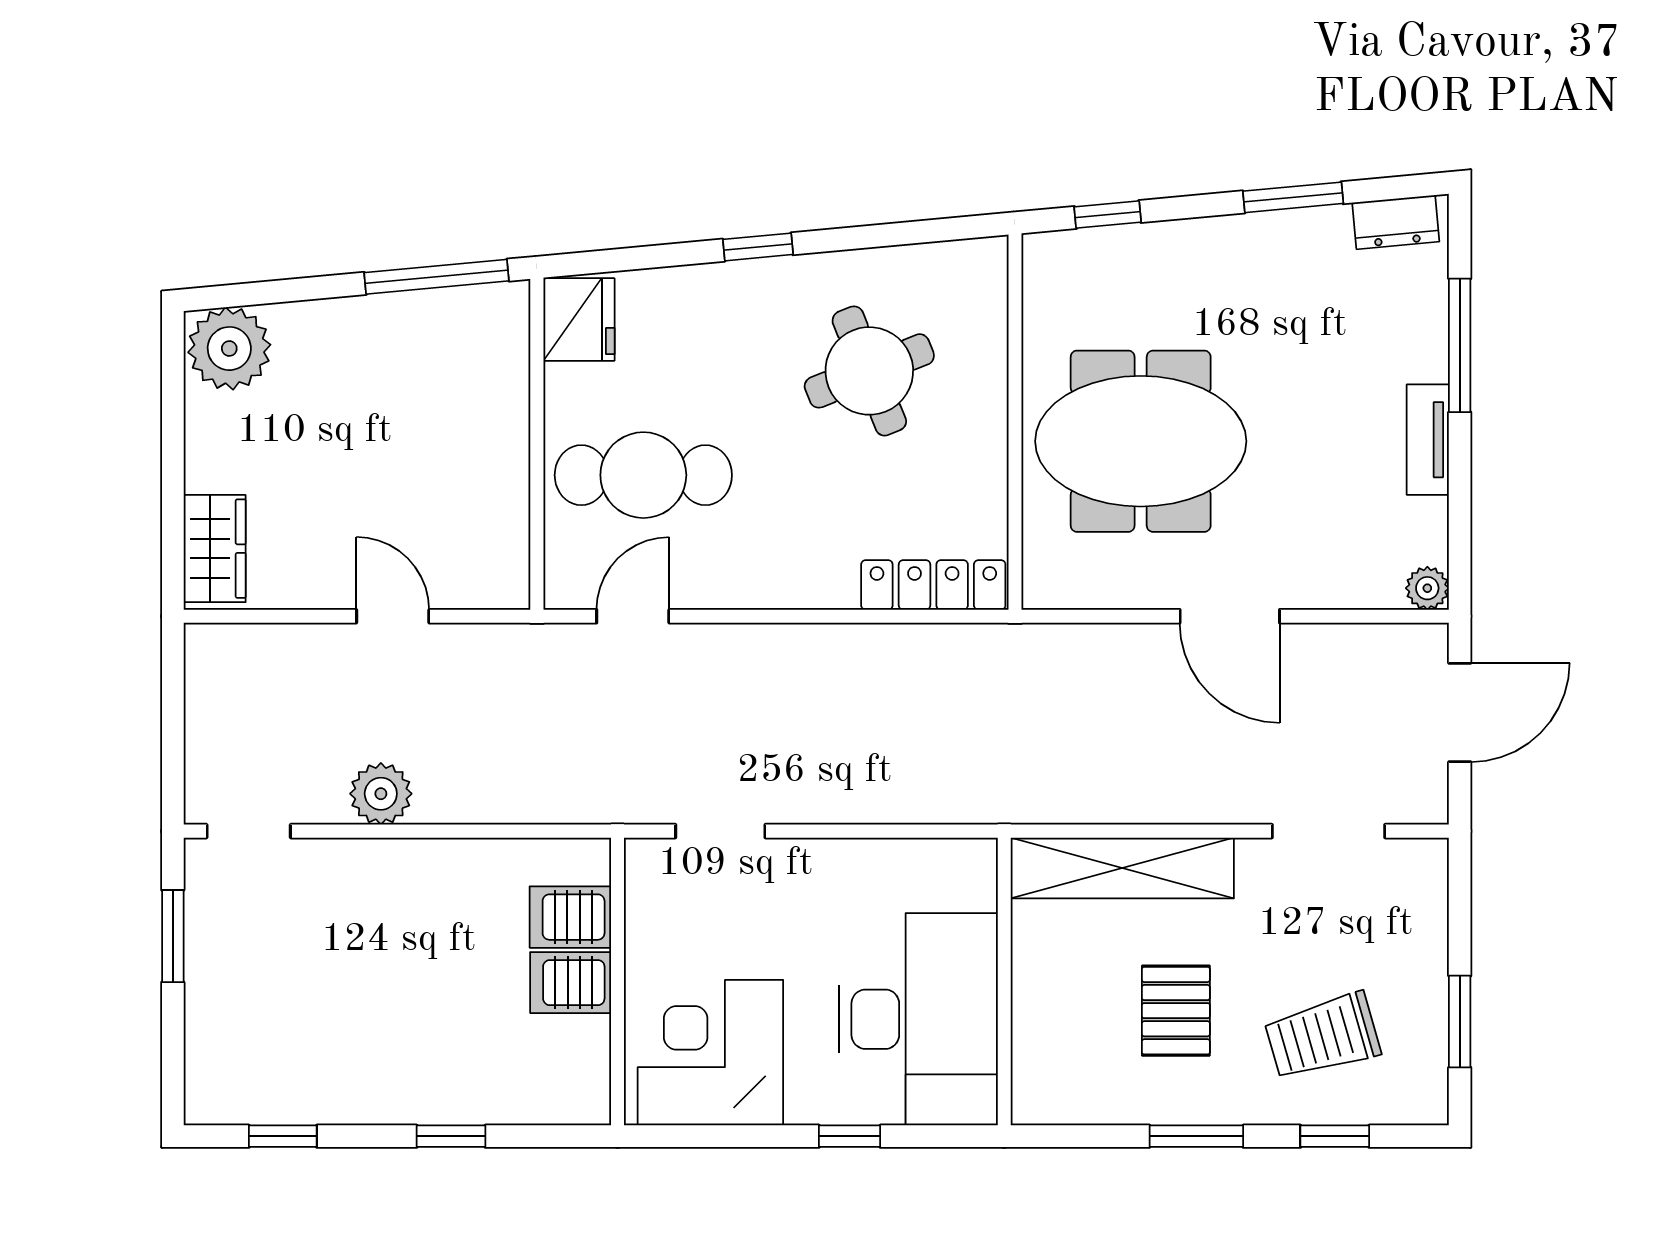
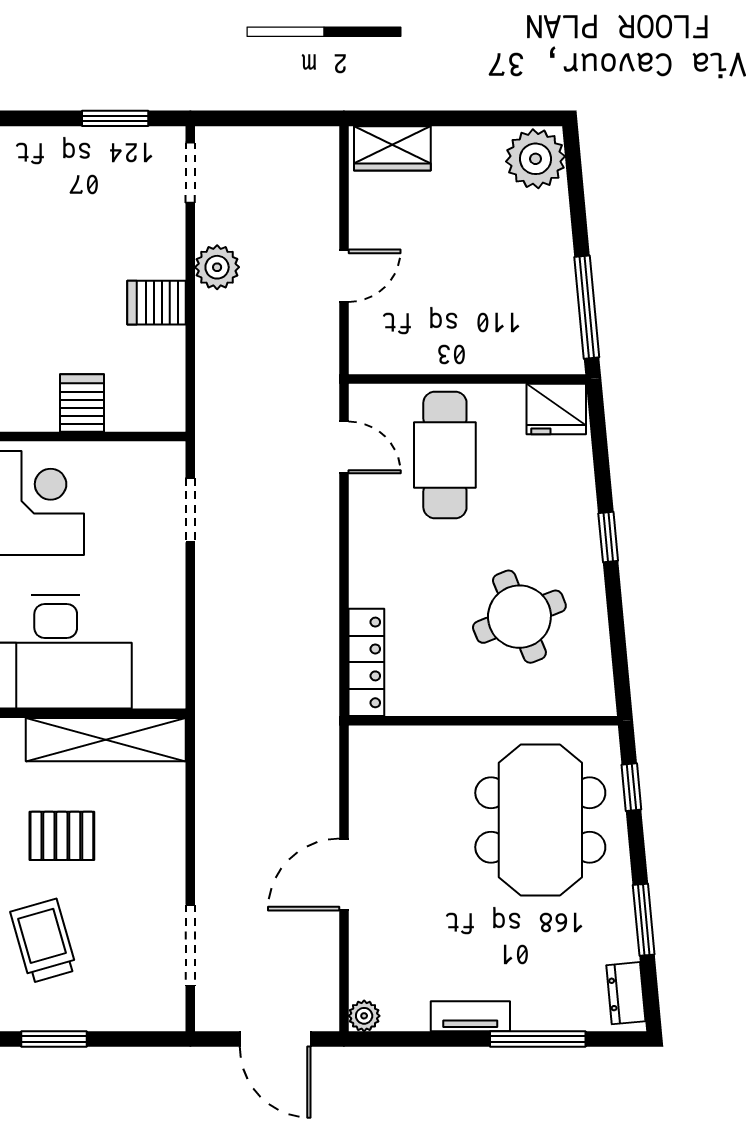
meeting table: (1141, 441) -> (540, 820), moved
shelving: (1122, 868) -> (106, 740), moved, turned 90
server rack: (570, 917) -> (157, 303), moved, turned -90

